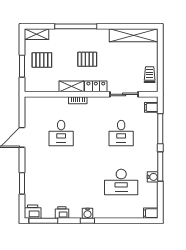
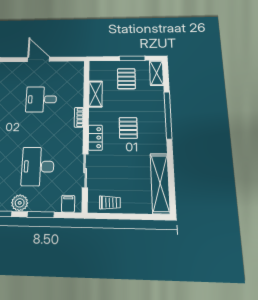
window: (22, 66) -> (132, 58), moved
shelving: (71, 86) -> (95, 94), moved
window: (160, 129) -> (41, 215), width x0.69
desk: (121, 133) -> (38, 167), width x1.37
plant: (151, 146) -> (20, 203), added

